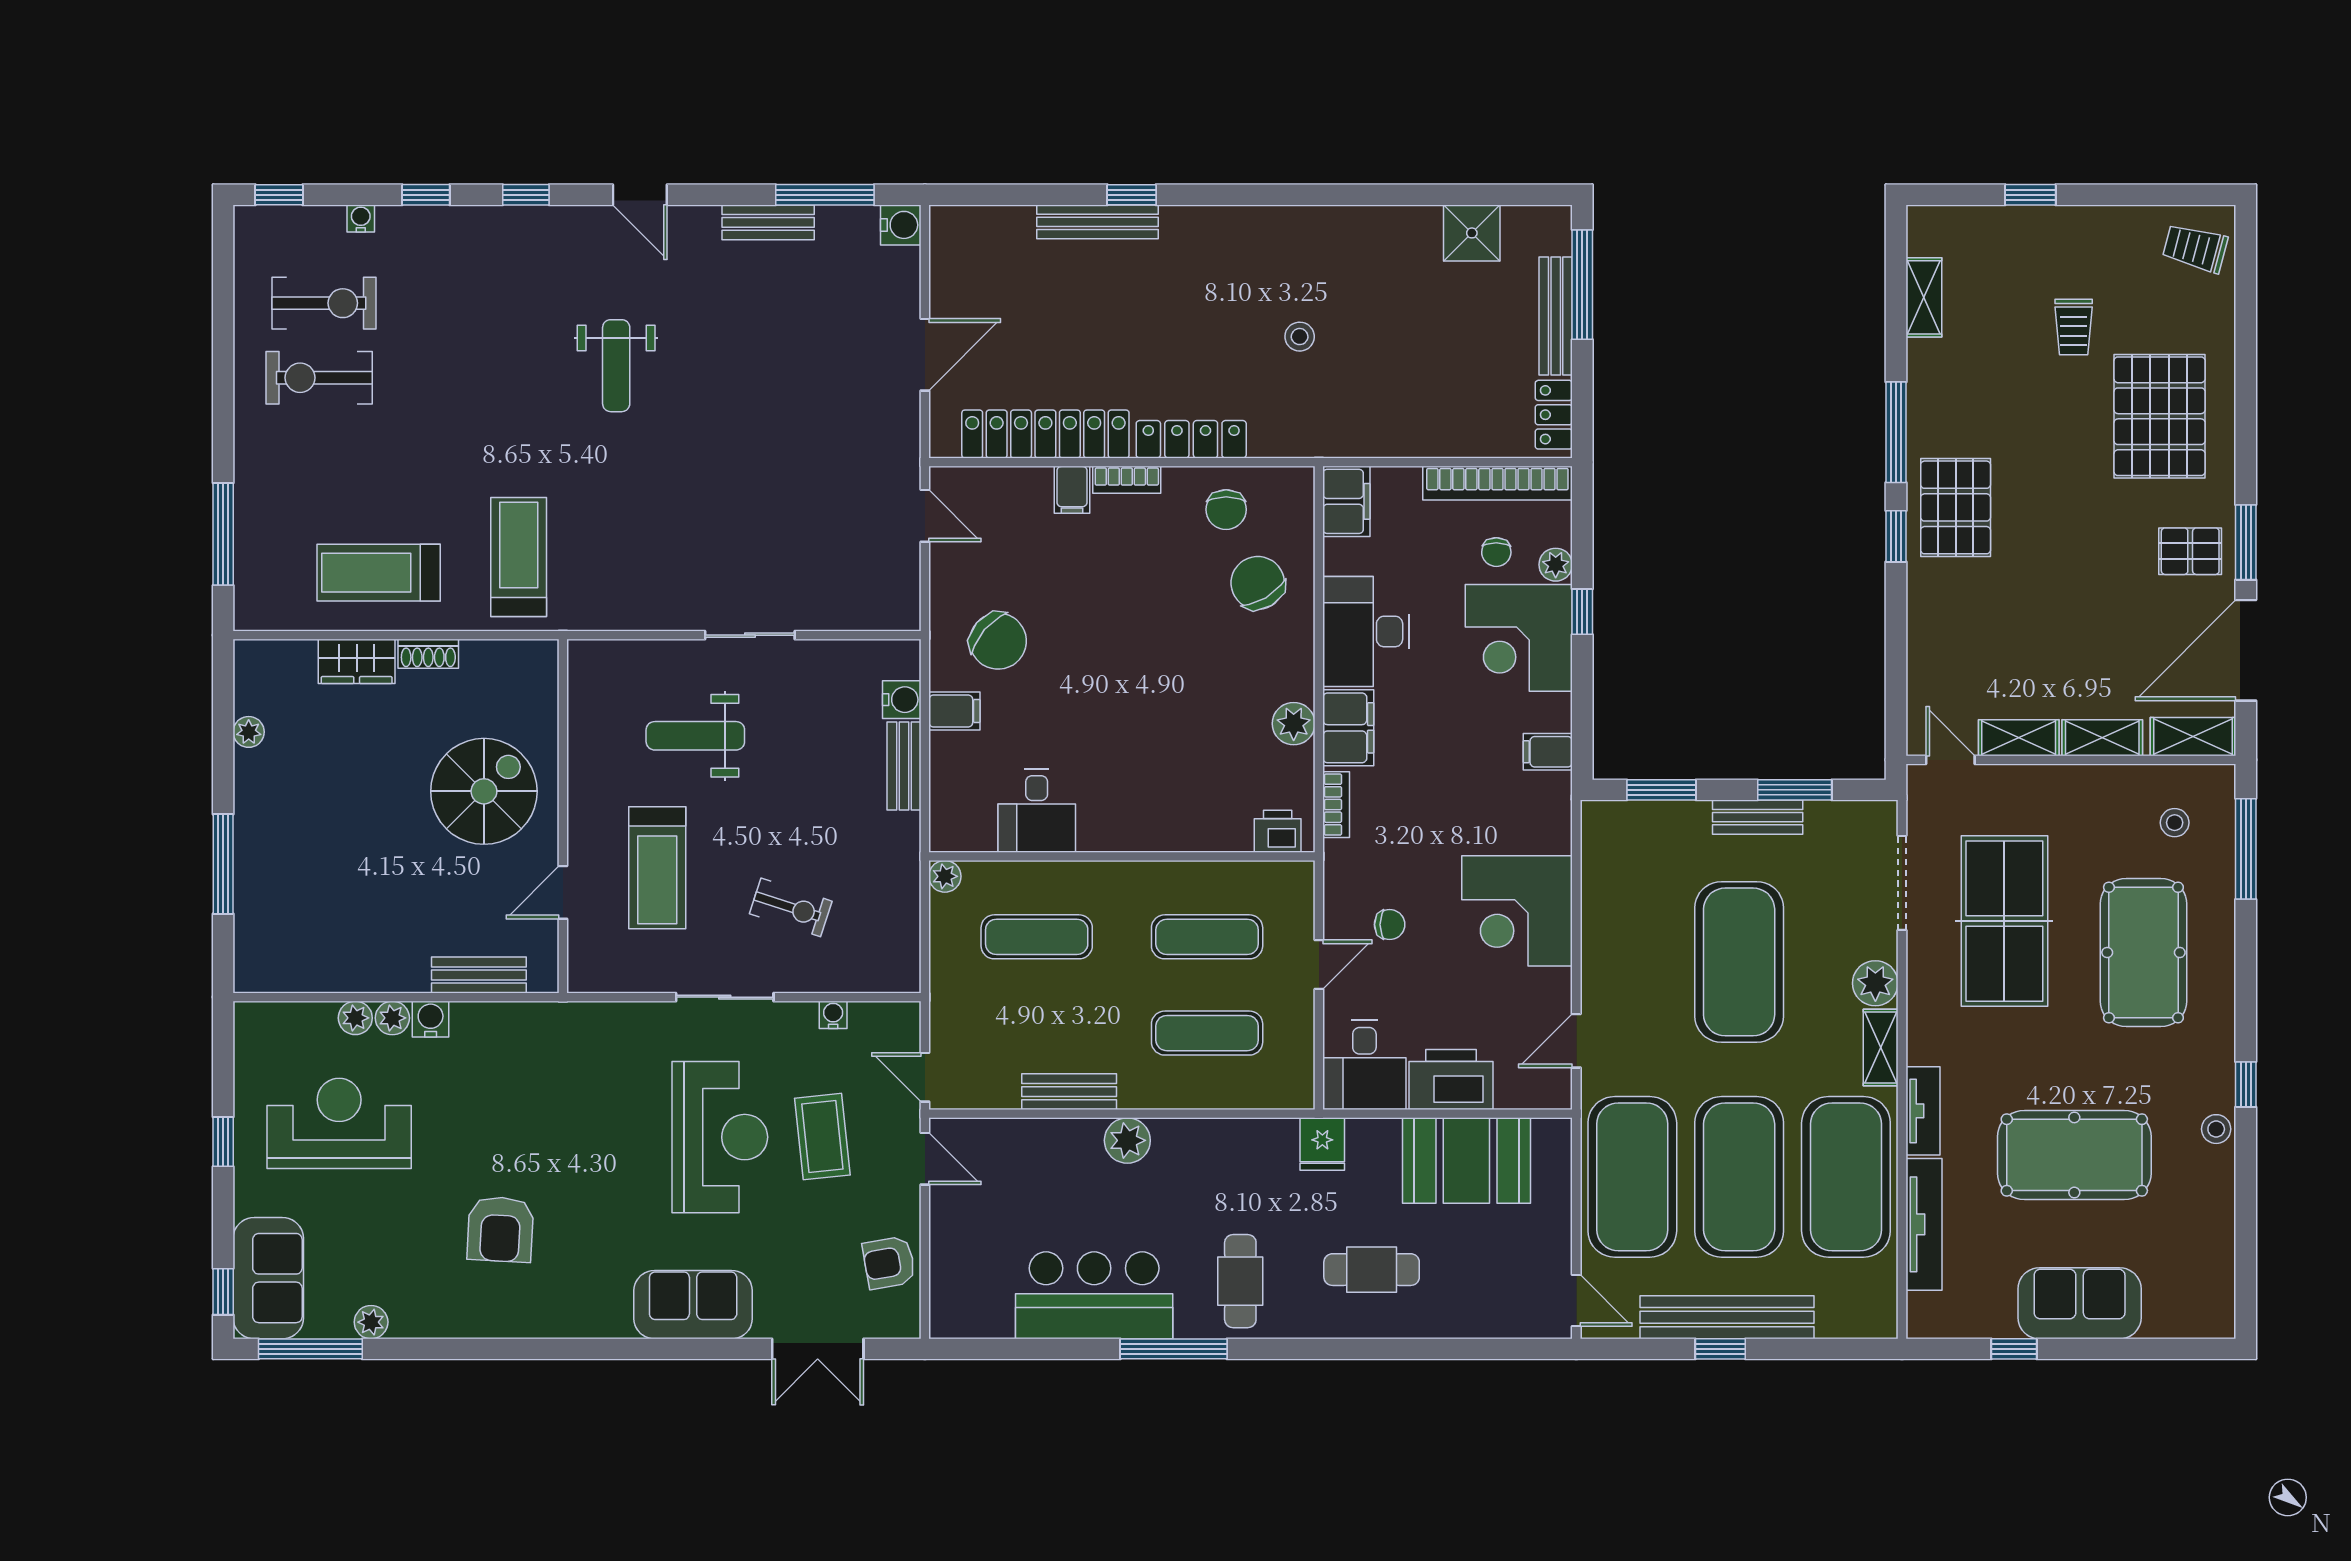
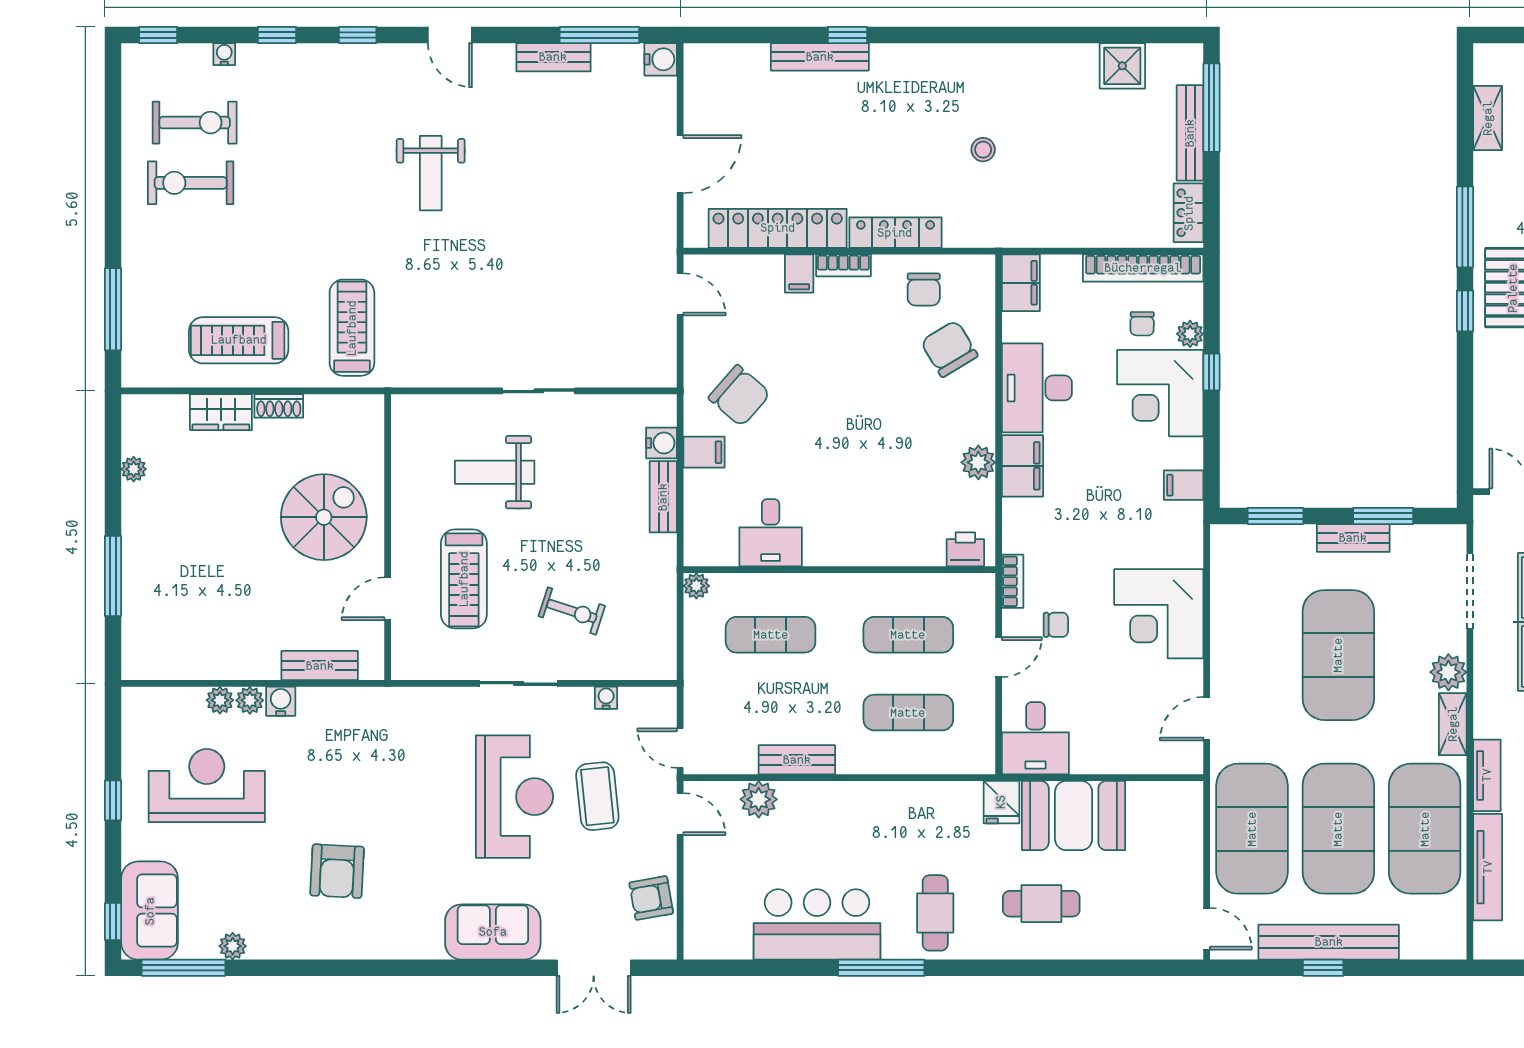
bookcase: (1336, 805) -> (1013, 581), moved
printer: (1451, 1080) -> (1105, 750), removed
plant: (1127, 1140) -> (759, 799), moved
booth: (1466, 1161) -> (1074, 816), moved

